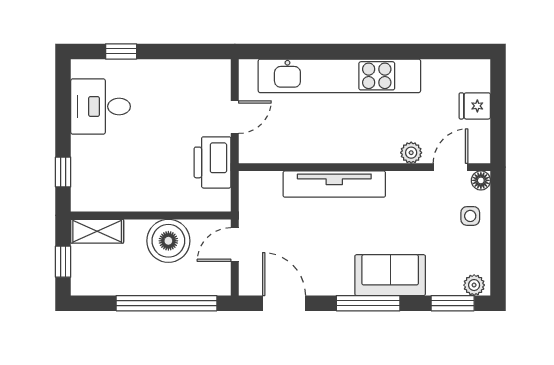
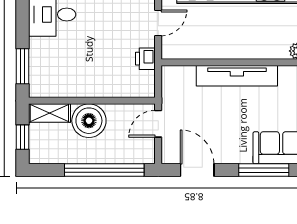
printer: (213, 162) -> (145, 59), width x0.53, depth x0.68
window: (63, 172) -> (22, 66), width x1.50
boiler: (168, 241) -> (89, 121), moved

